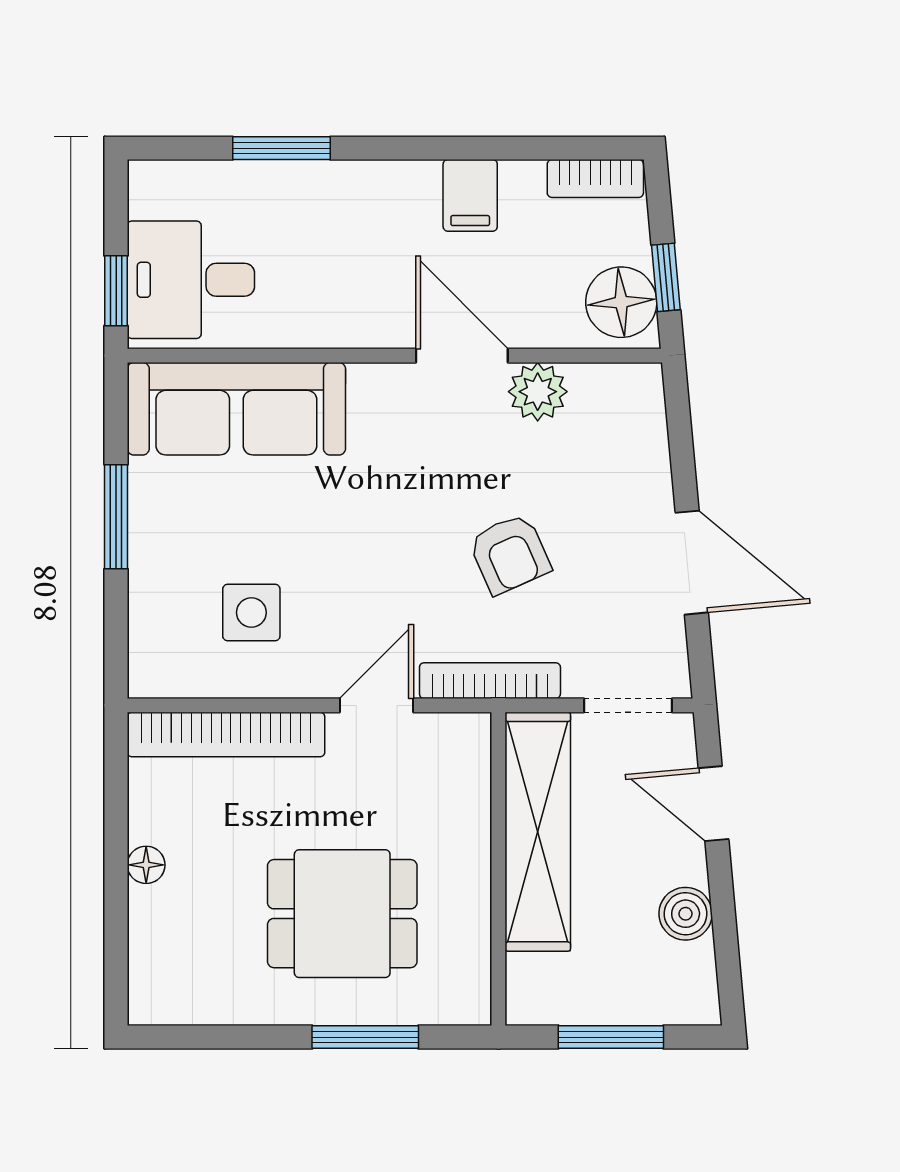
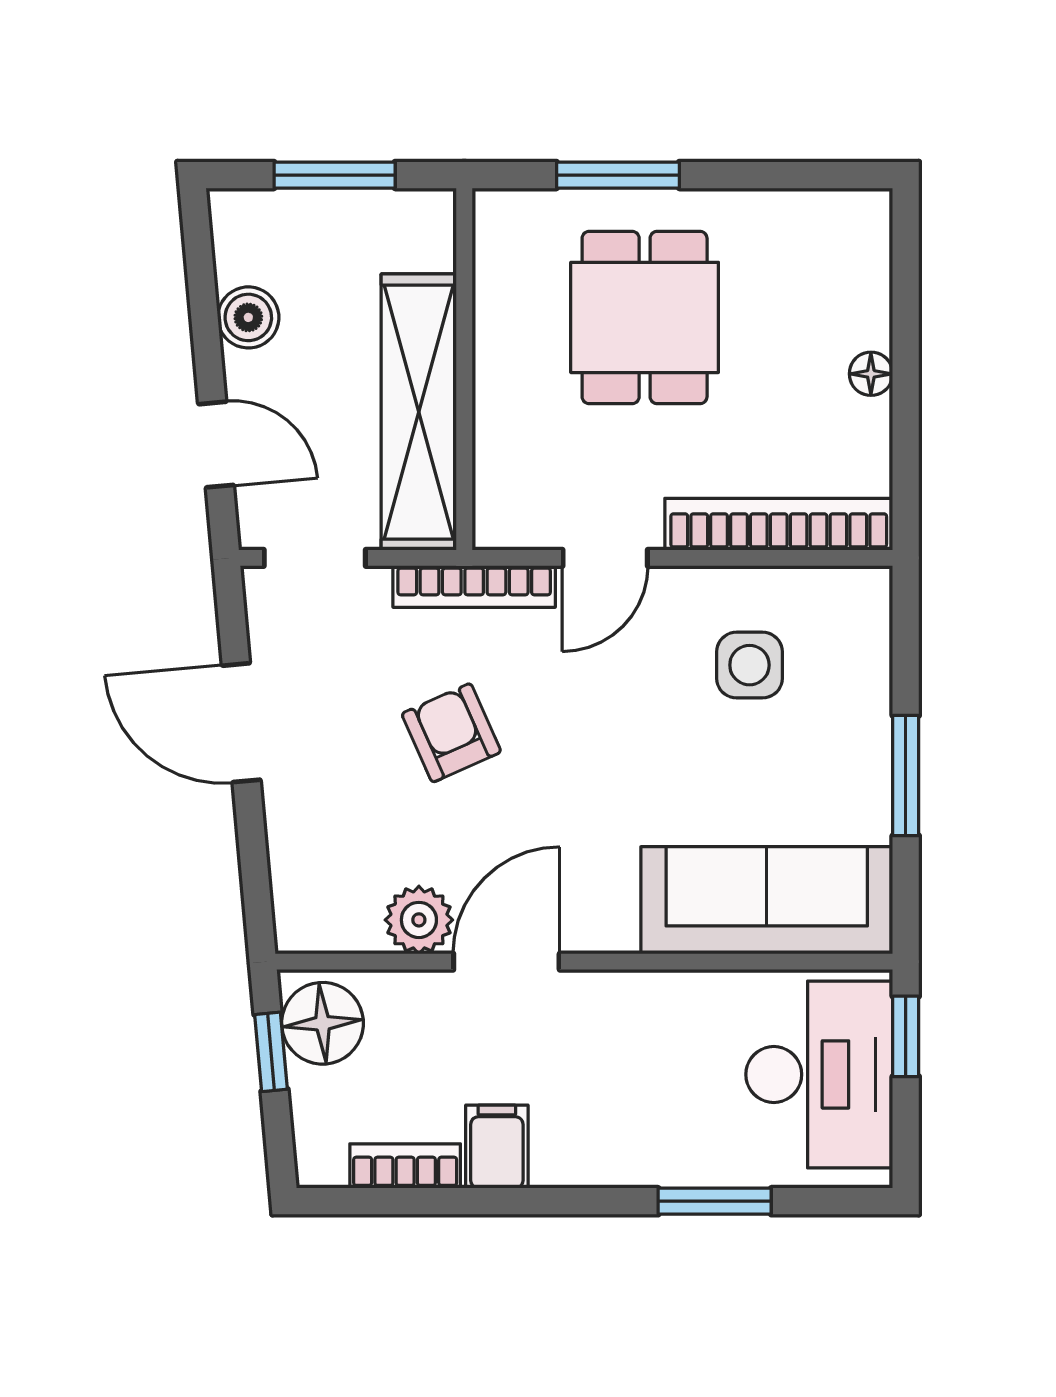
bookcase: (595, 179) -> (405, 1166), moved
desk: (191, 280) -> (819, 1074), width x1.37
door: (462, 356) -> (506, 962), swing flipped
dining table: (342, 914) -> (645, 317), turned 90

